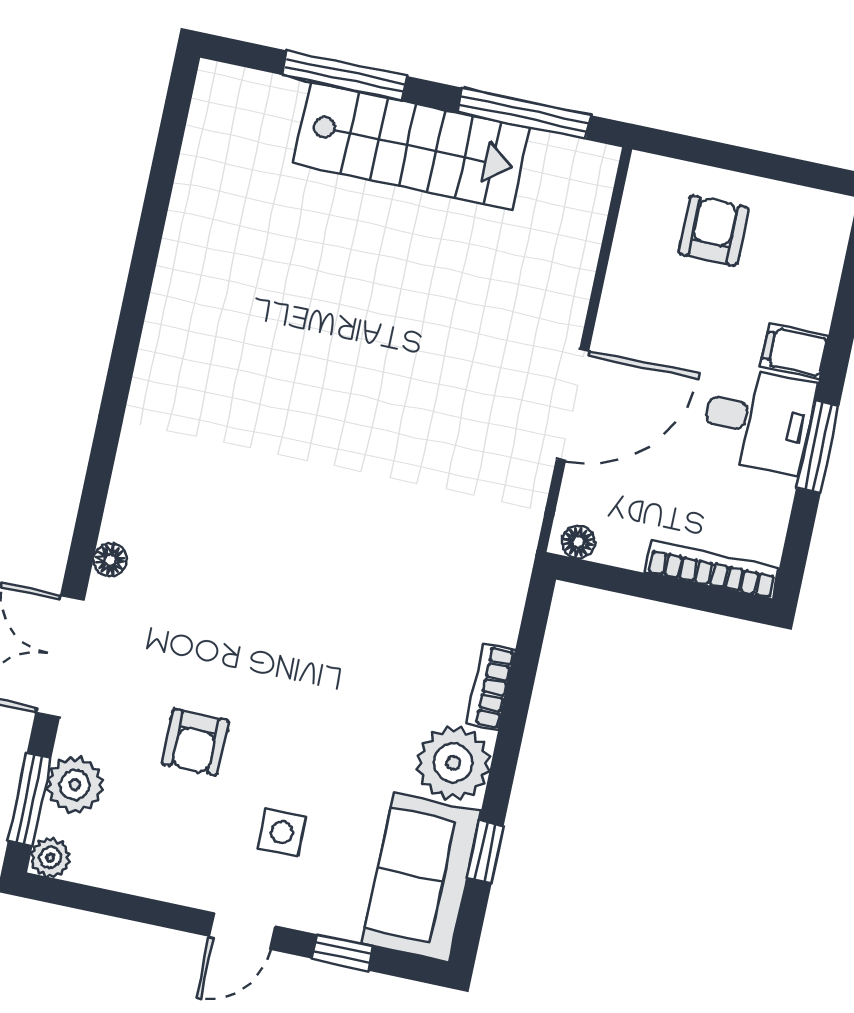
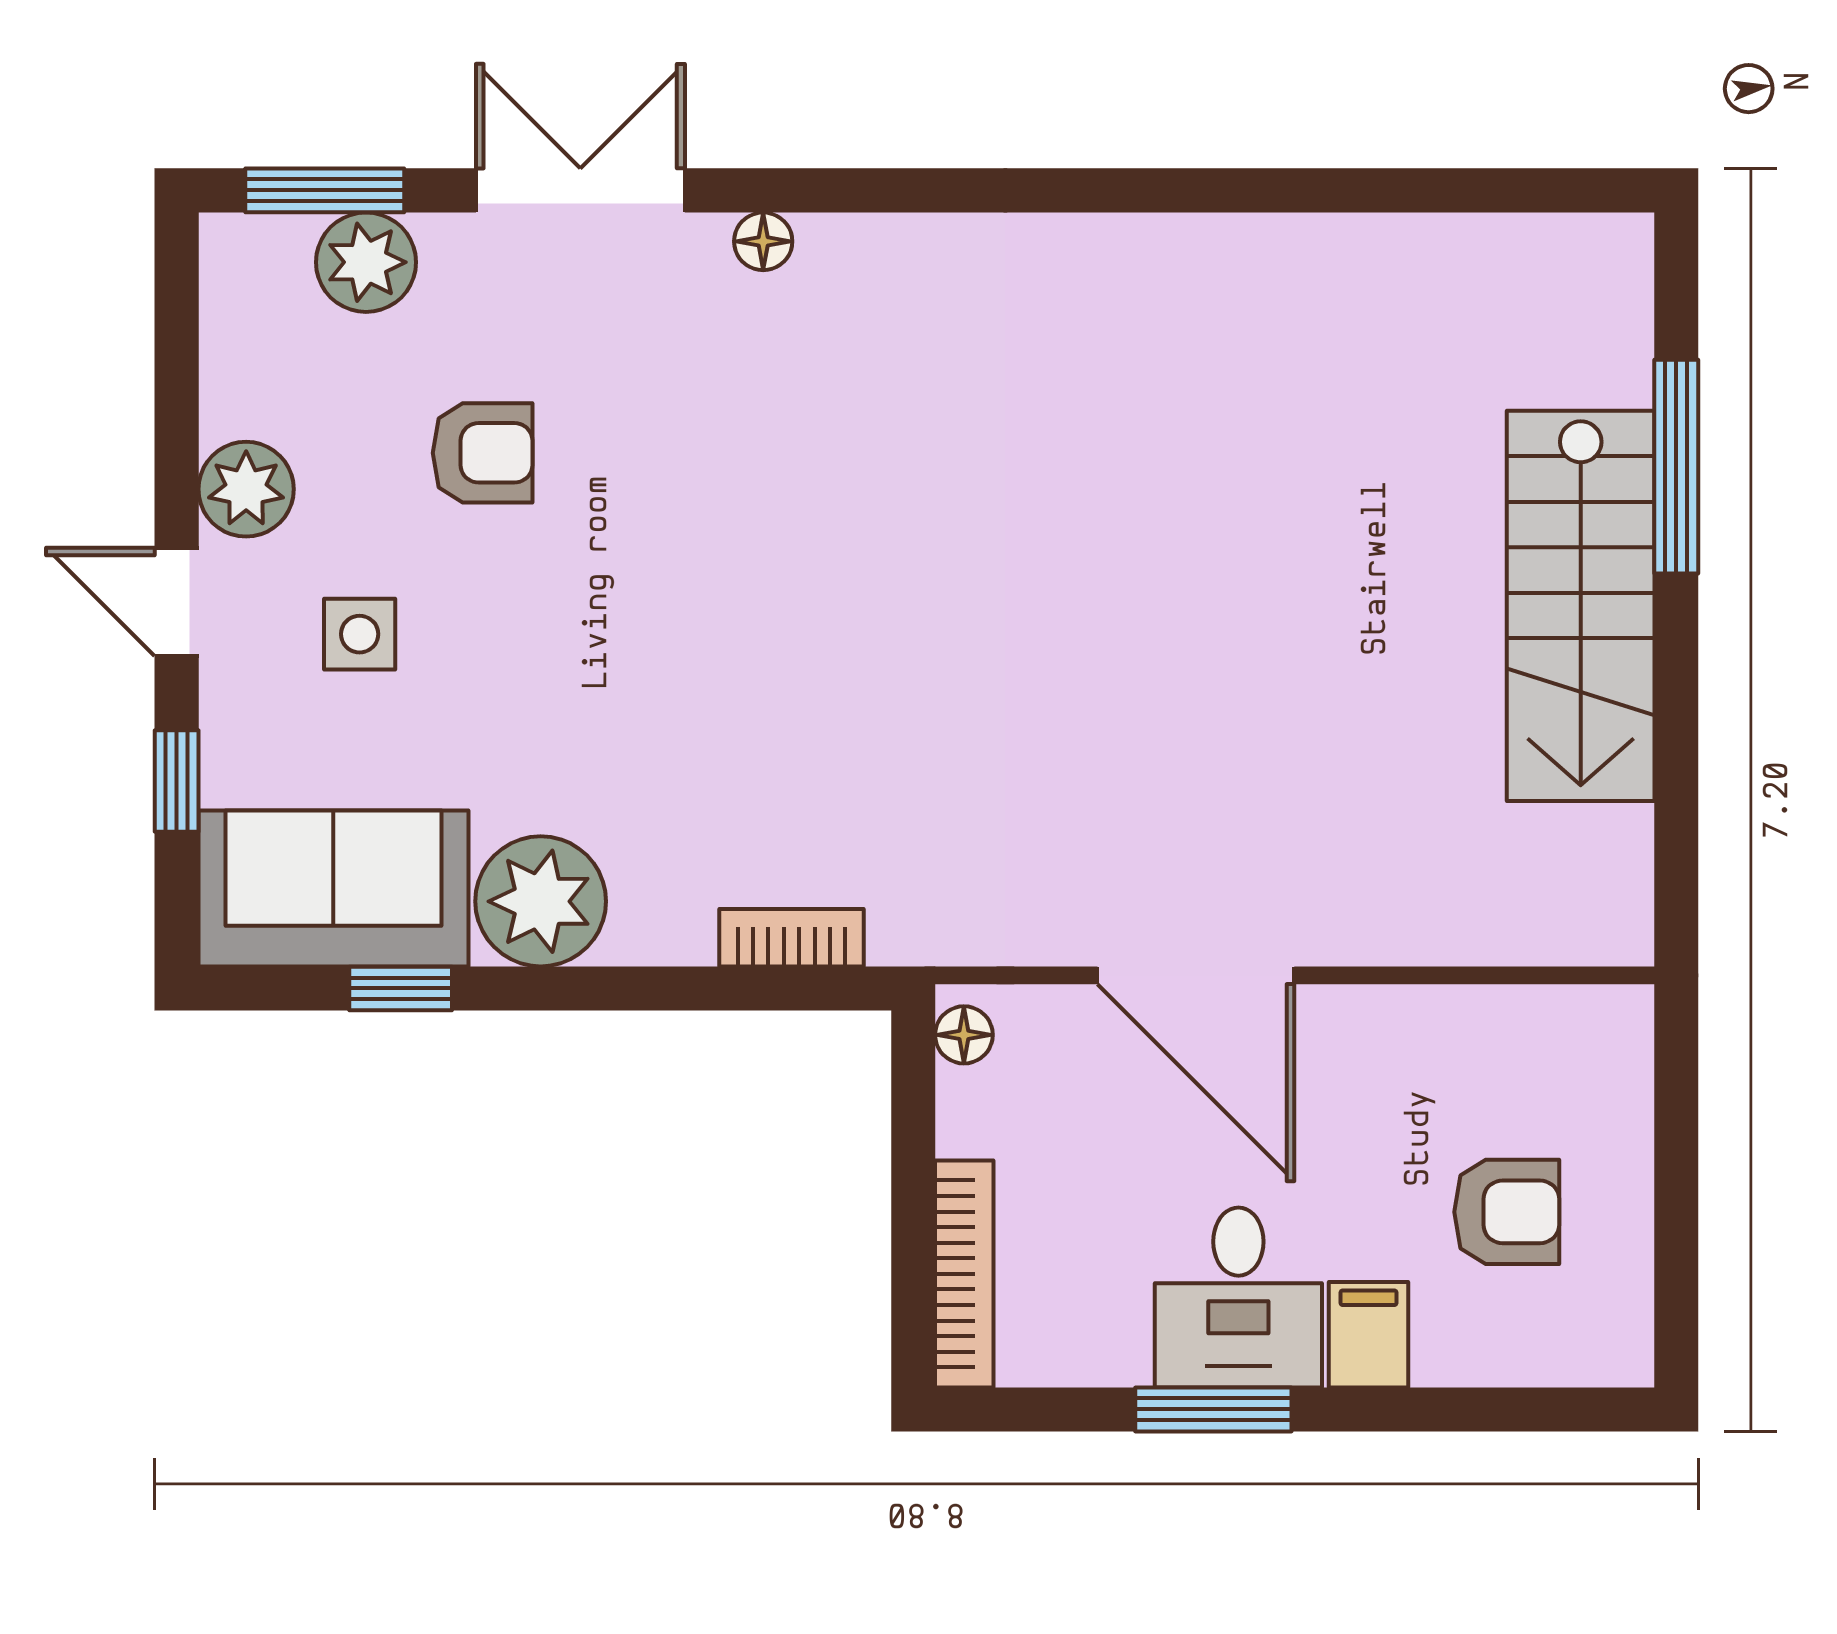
window: (524, 114) -> (1676, 787), removed
armchair: (713, 231) -> (1507, 1212), moved
bookcase: (491, 687) -> (792, 938), moved
armchair: (195, 742) -> (483, 453), turned 180
plant: (50, 857) -> (246, 489), moved, width x1.38, depth x1.38

